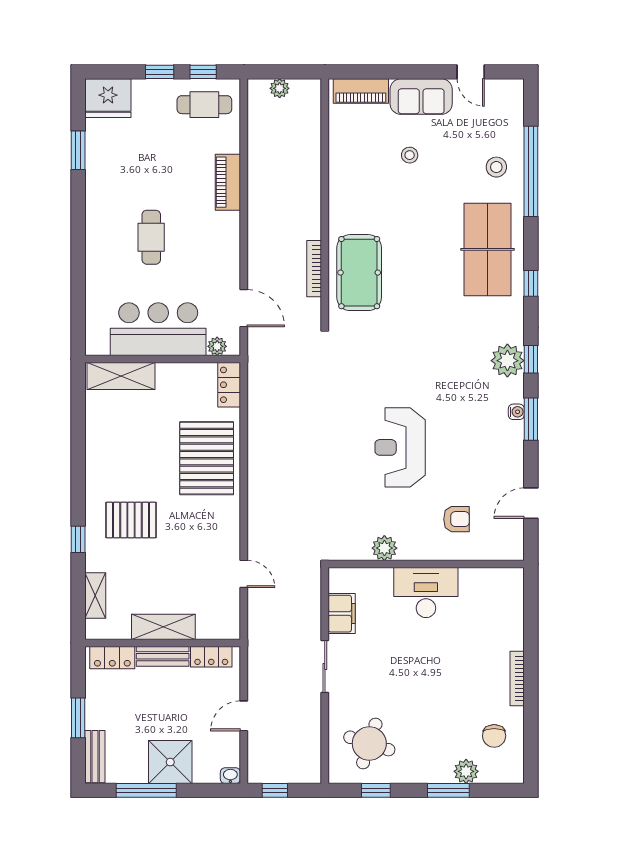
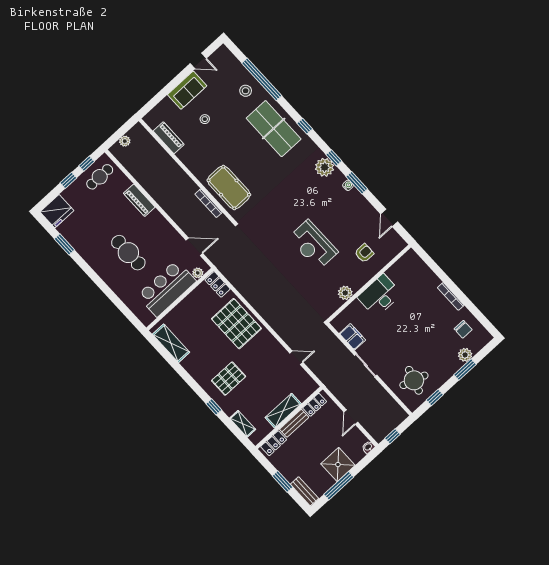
piano: (361, 91) -> (169, 138), moved, turned -90
cafe table: (151, 237) -> (128, 253), width x1.37, depth x1.35
shelving: (121, 376) -> (171, 343), moved, turned 90

